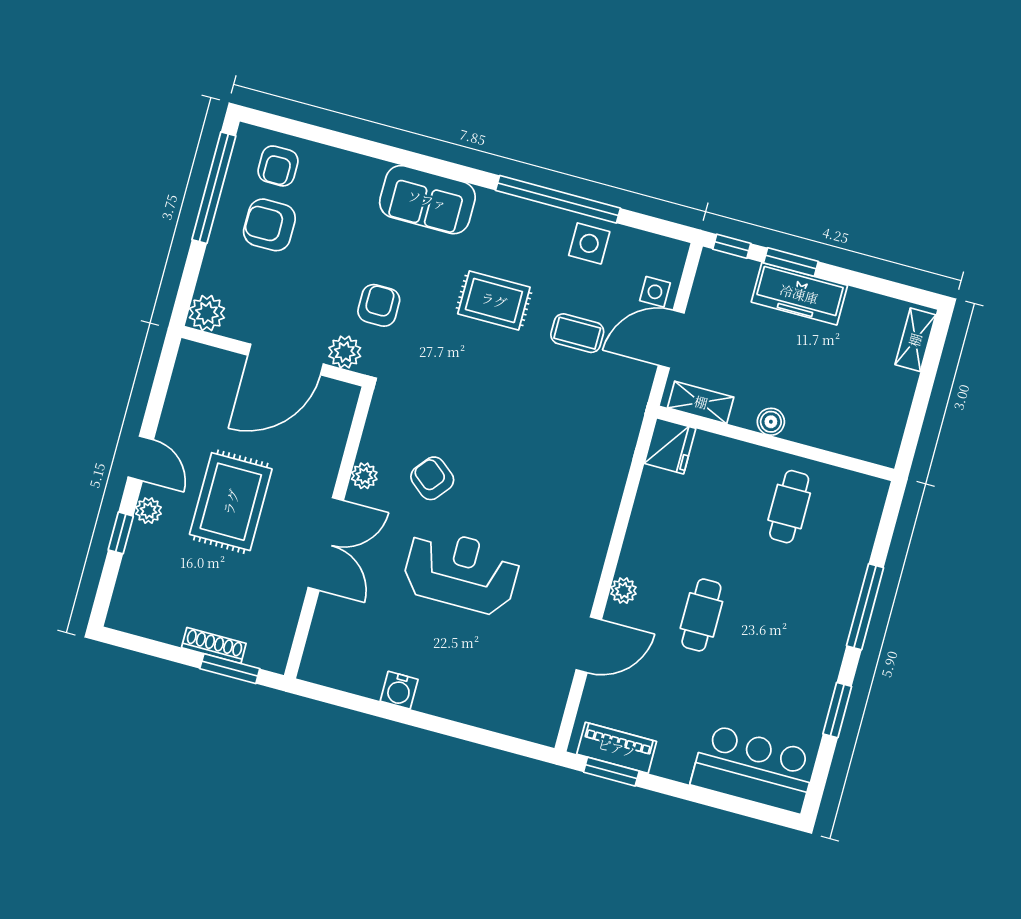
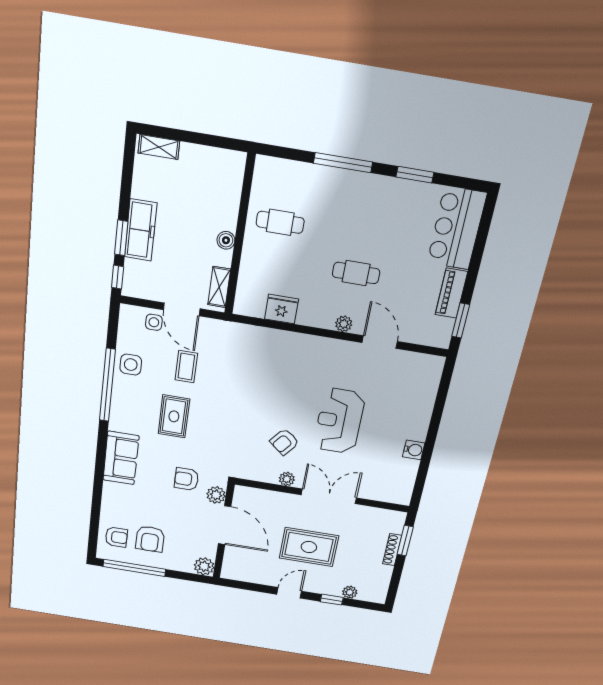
fridge: (670, 446) -> (282, 309), moved
plant: (148, 511) -> (350, 592), moved
piano: (617, 748) -> (451, 293), moved

